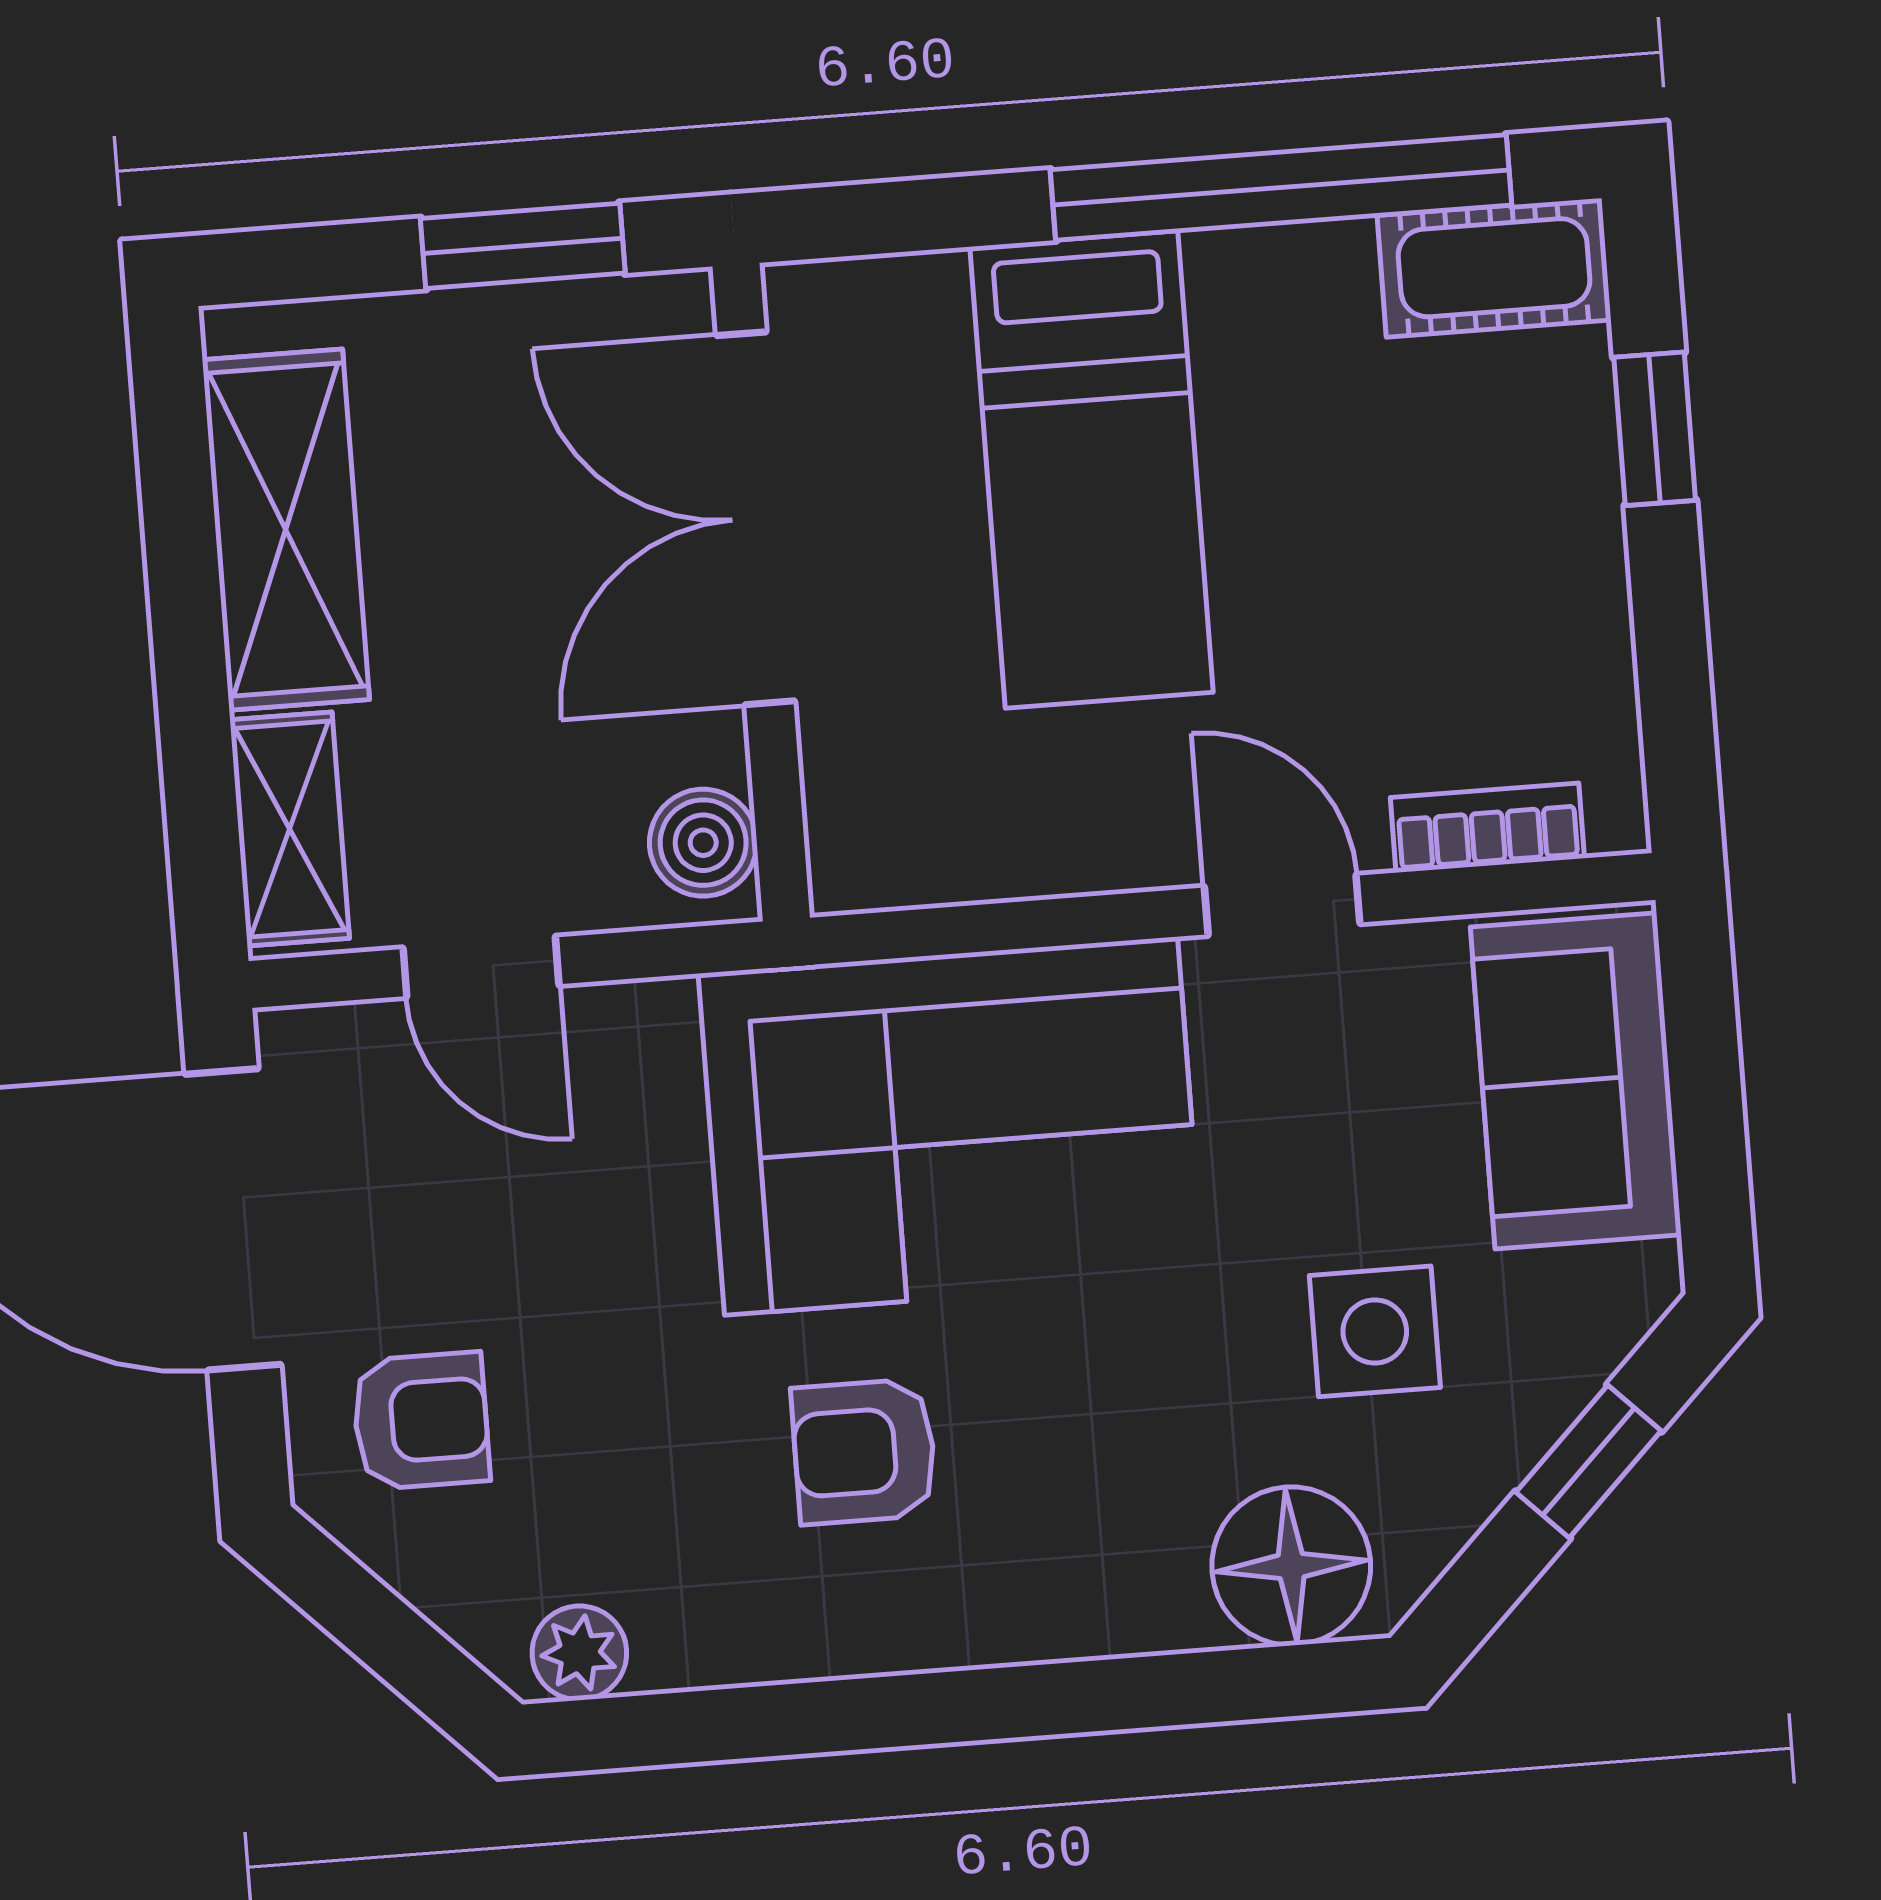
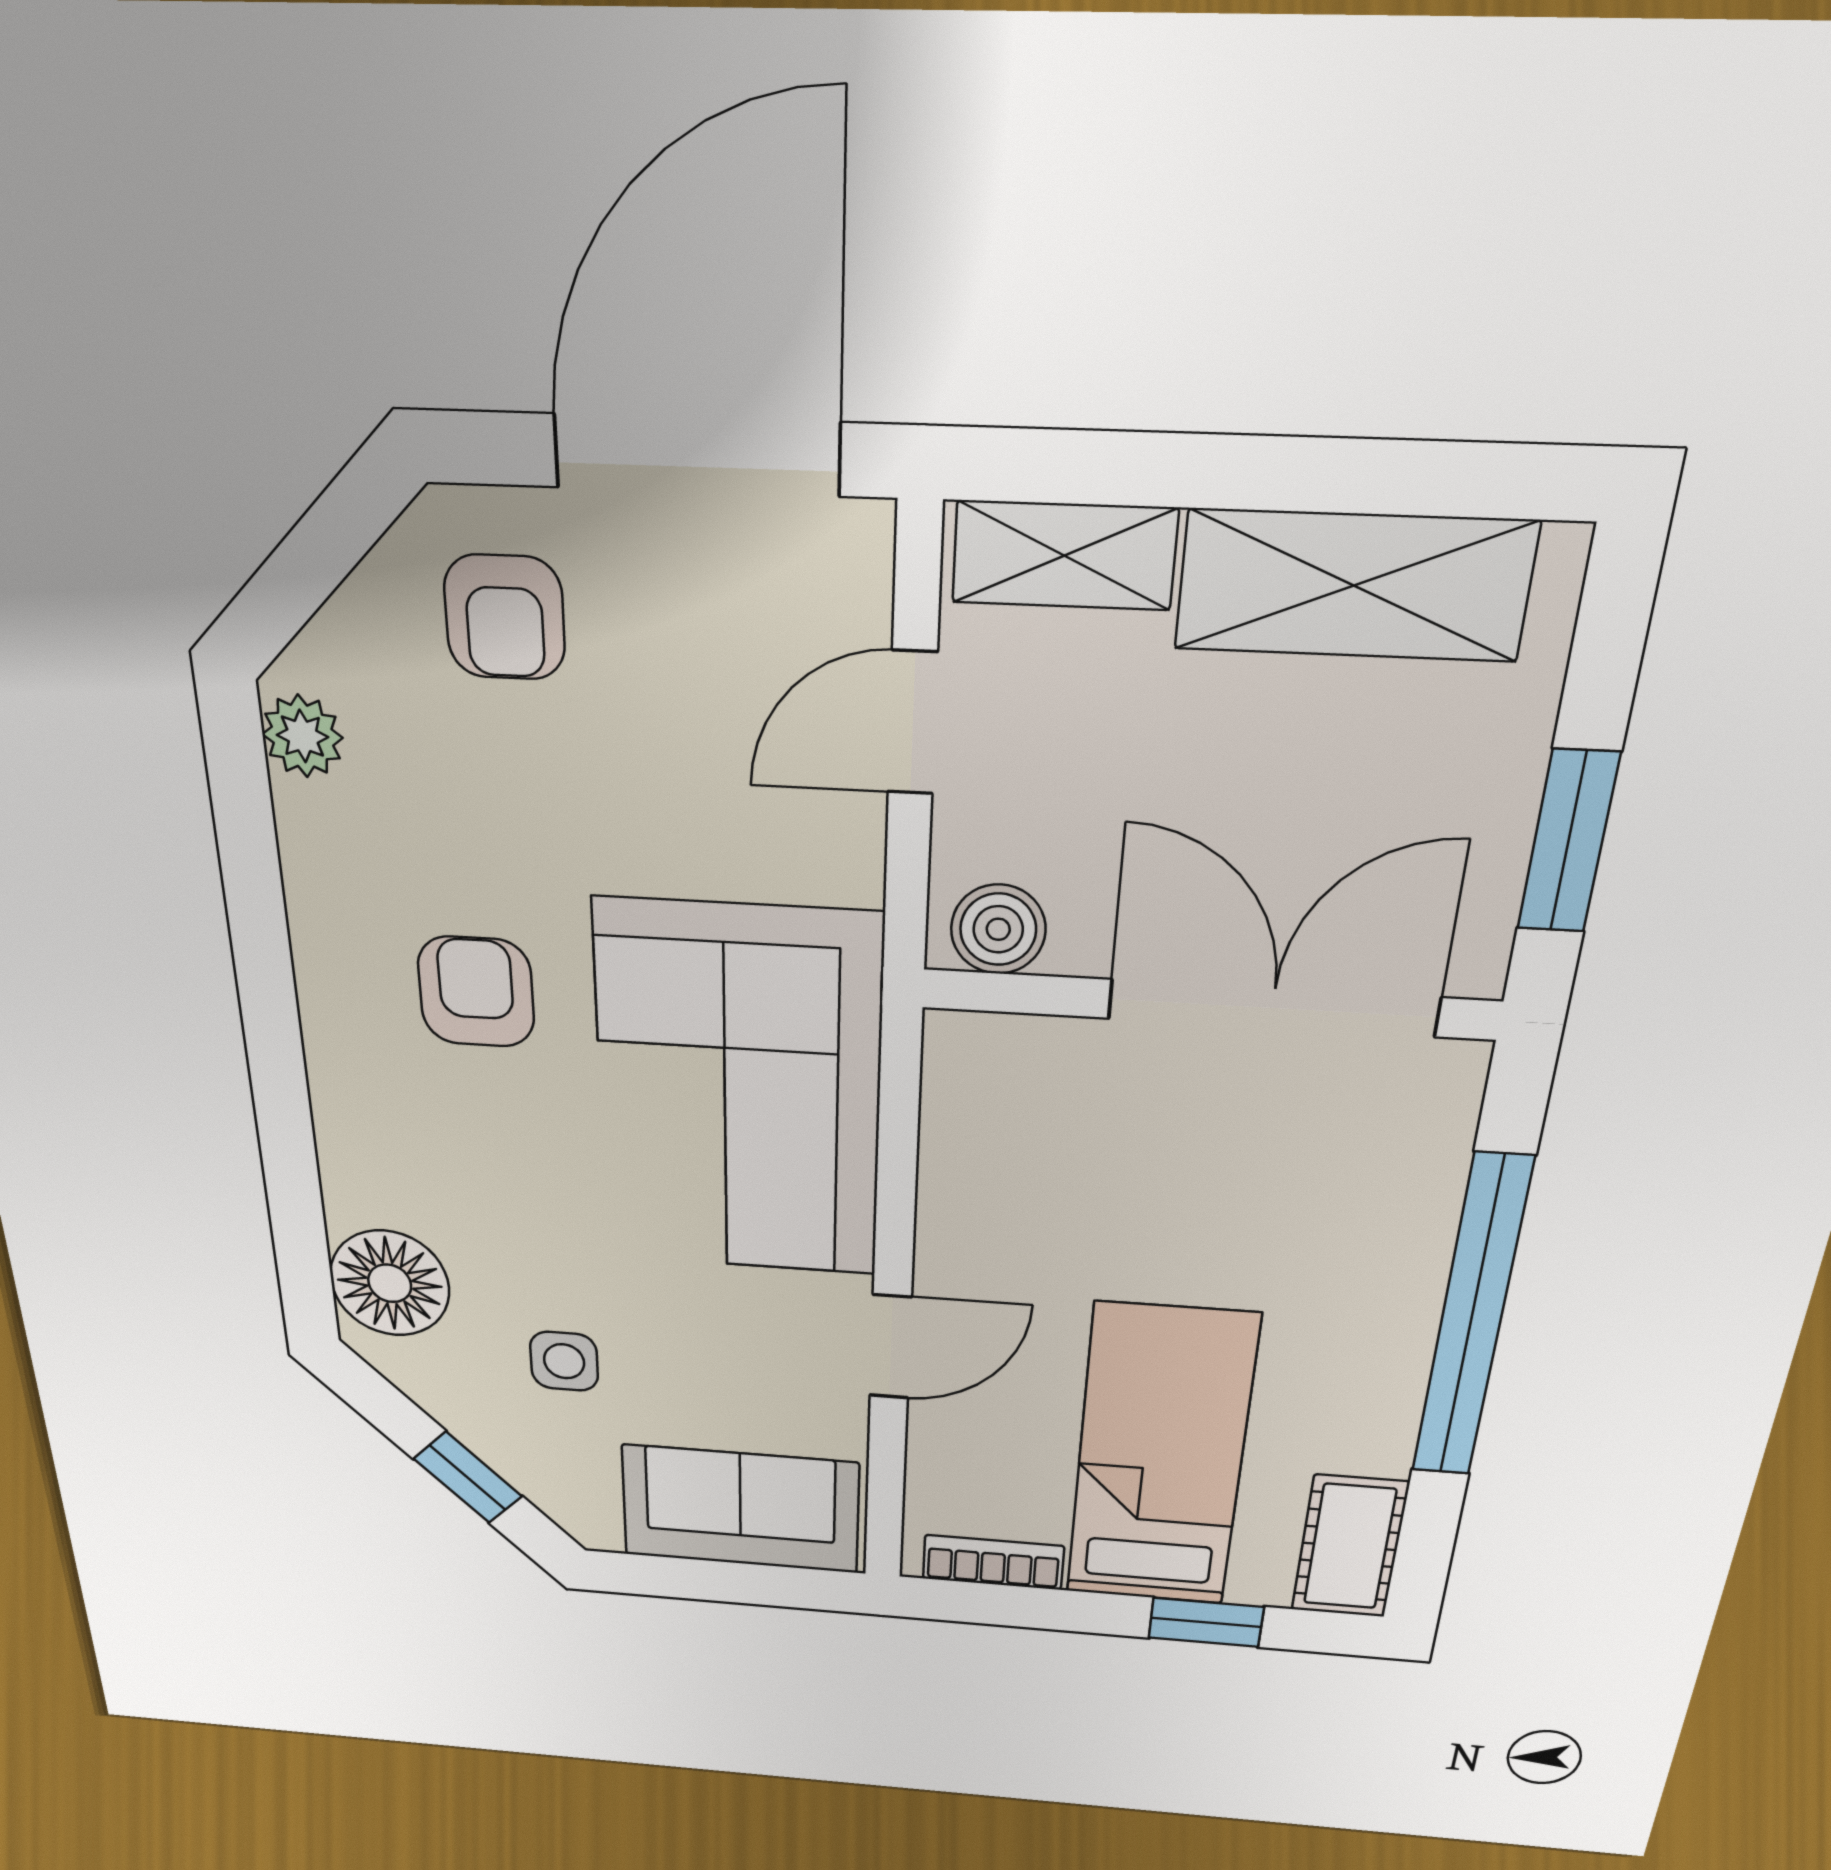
window: (1281, 187) -> (1471, 1319), moved
bed: (1091, 470) -> (1160, 1458), moved, turned 90
bookcase: (1487, 828) -> (993, 1562), moved, turned -90
side table: (1375, 1331) -> (564, 1361), width x0.73, depth x0.73

